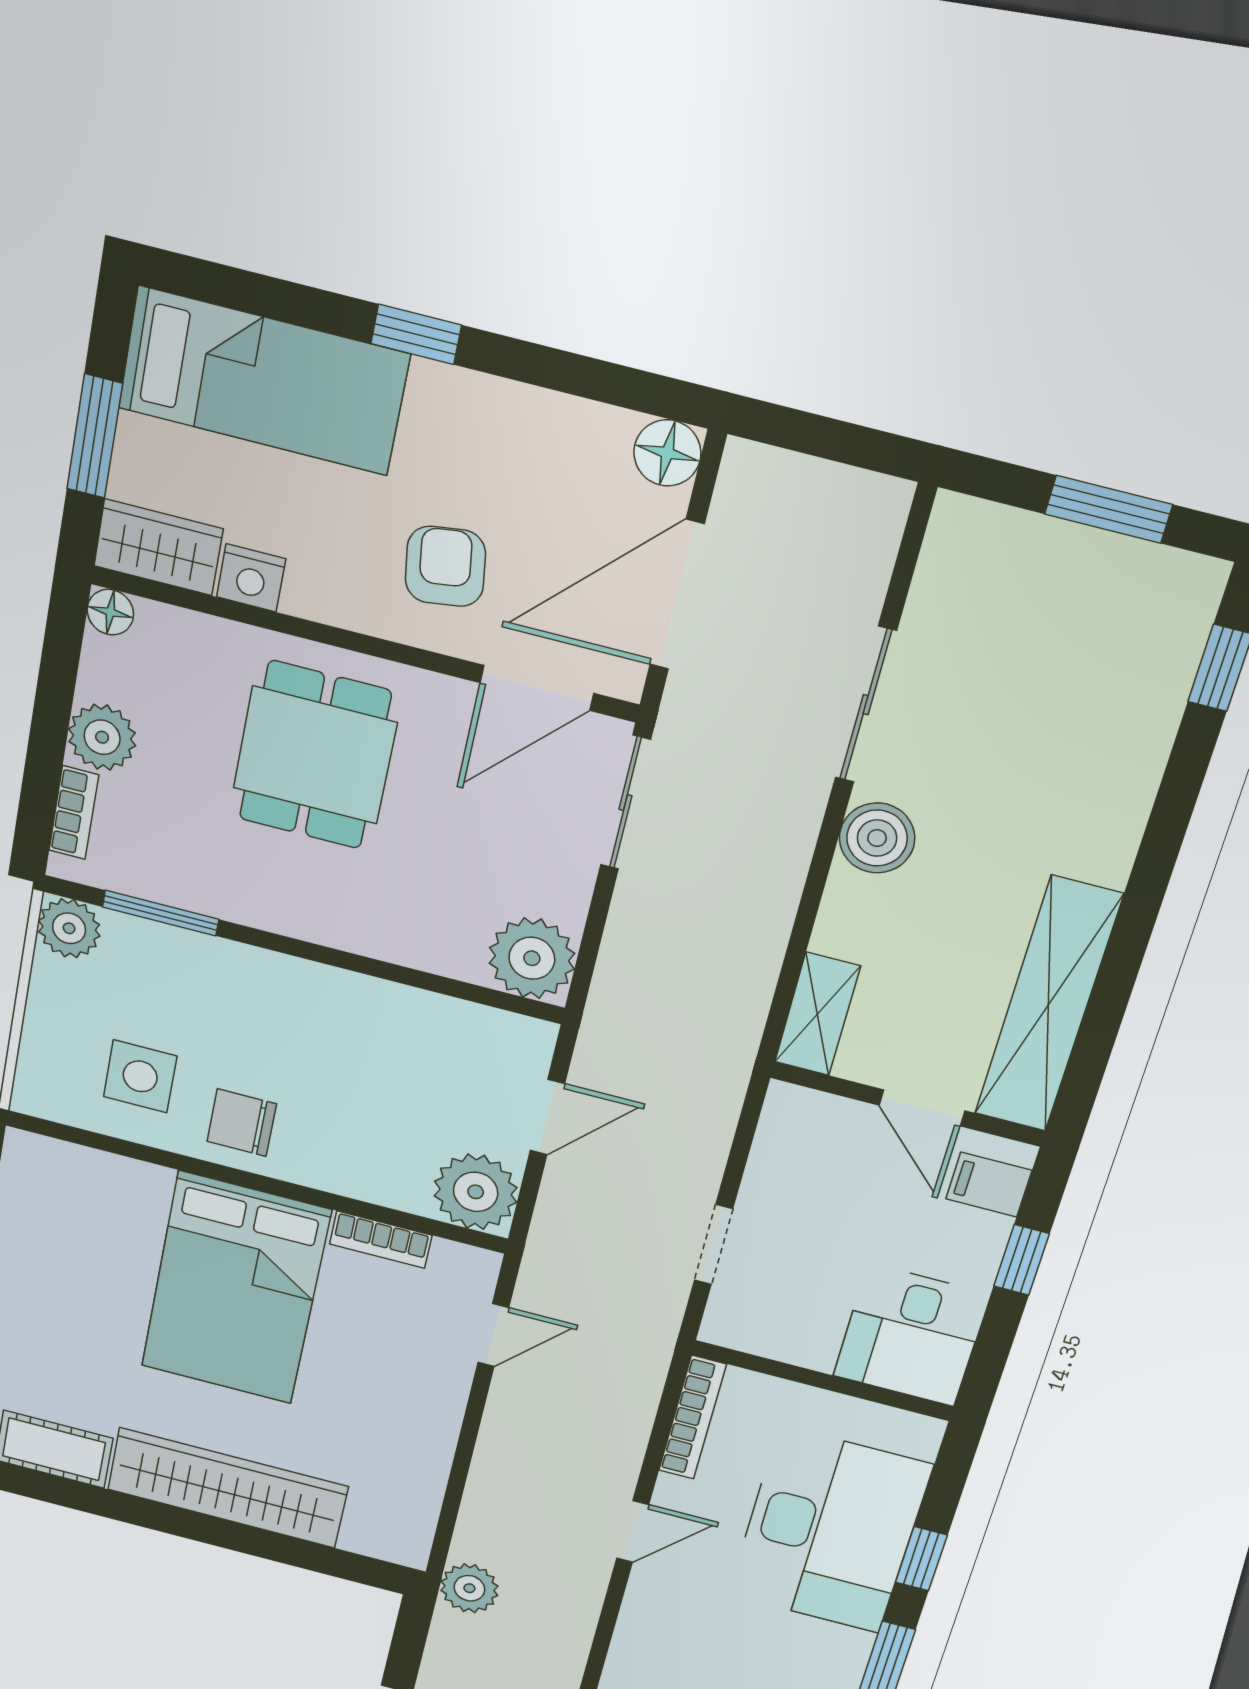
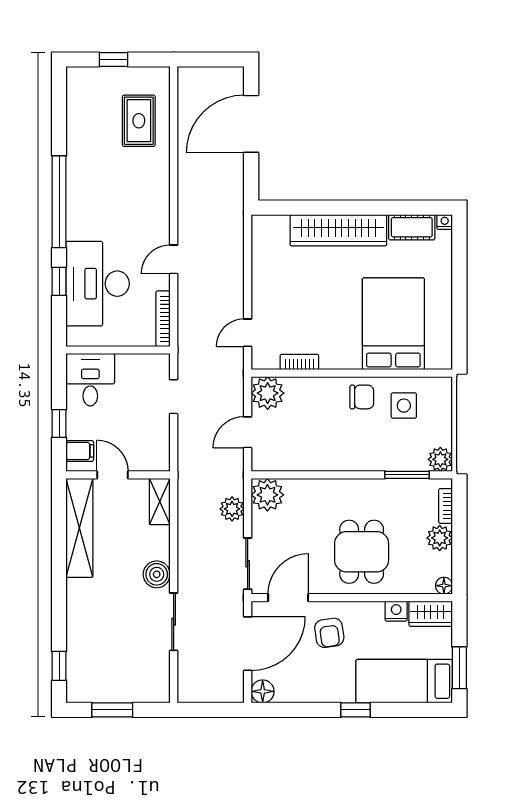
window: (95, 436) -> (459, 668), moved
bed: (236, 1289) -> (393, 324), moved
plant: (469, 1588) -> (232, 509), moved

